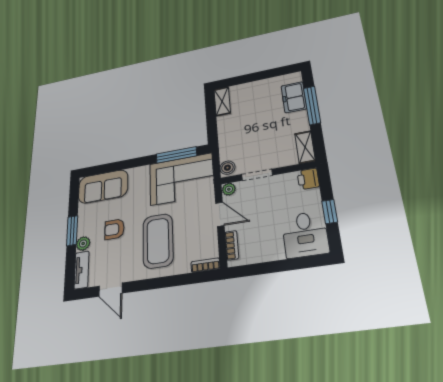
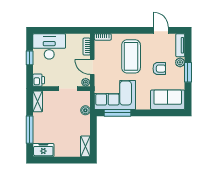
freezer: (294, 97) -> (43, 150), moved, turned -90
boiler: (227, 168) -> (85, 110), moved
desk: (305, 234) -> (49, 46), width x1.37

